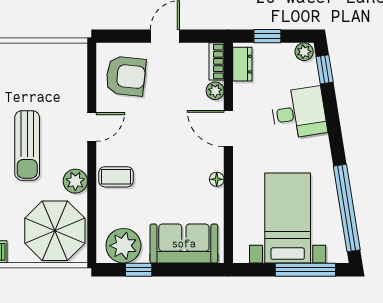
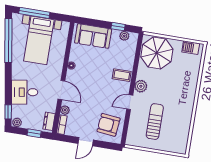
sun lounger: (27, 145) -> (155, 122), moved
plant: (75, 181) -> (141, 86), moved
plant: (123, 246) -> (124, 36), width x0.53, depth x0.53

